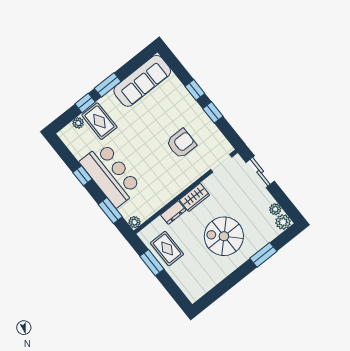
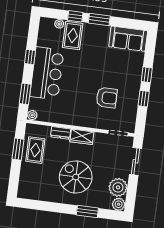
sofa: (142, 81) -> (128, 39), width x0.73
plant: (275, 209) -> (118, 187), width x1.88, depth x1.88

